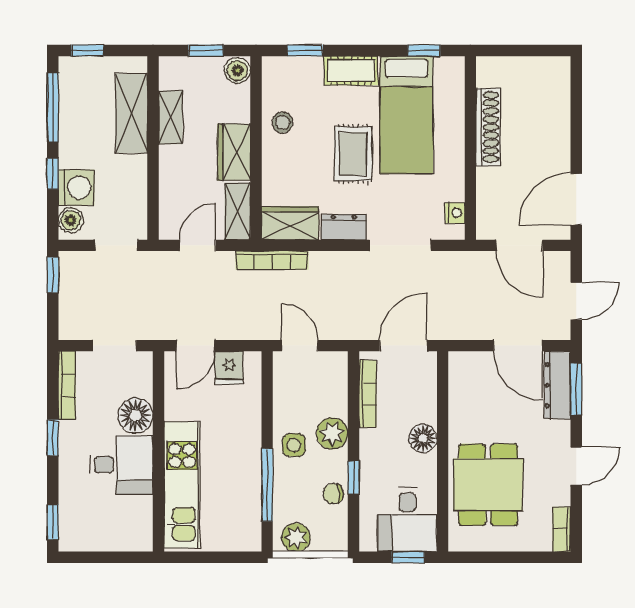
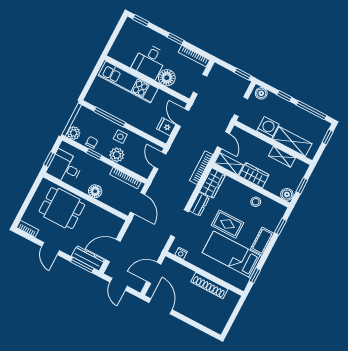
washing machine: (76, 188) -> (268, 128), moved, turned 180
door: (300, 346) -> (160, 161), swing flipped
plant: (296, 537) -> (74, 133), moved

